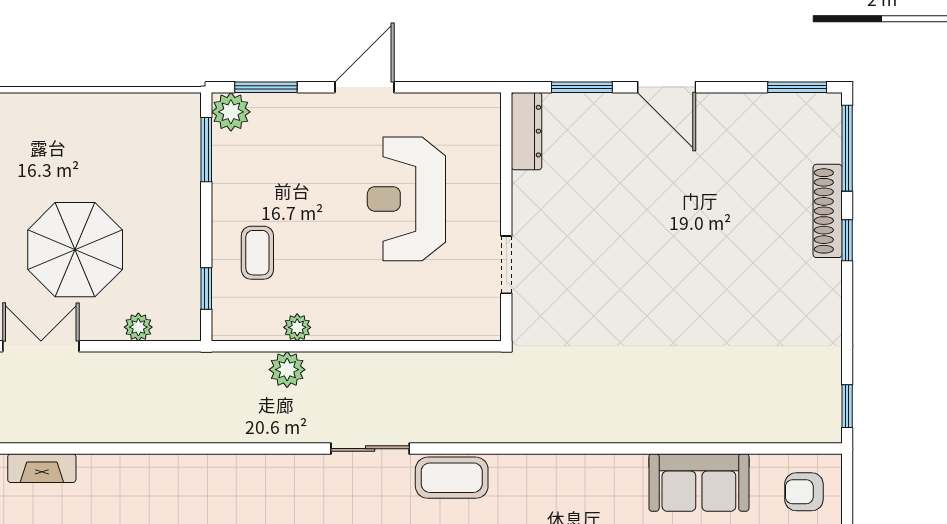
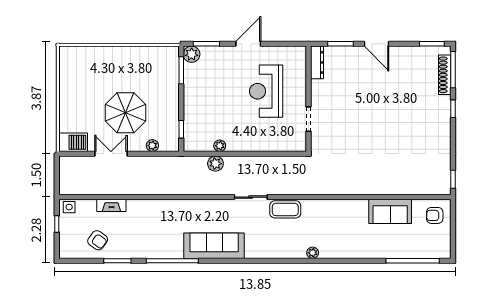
shoe rack: (828, 211) -> (445, 75), moved
coffee table: (257, 253) -> (203, 114), removed

